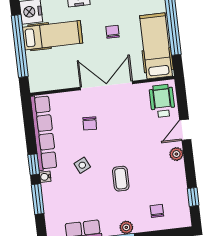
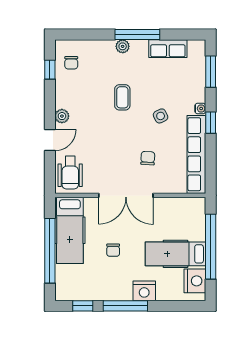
window: (38, 199) -> (211, 72), moved
chair: (157, 211) -> (71, 63), moved

